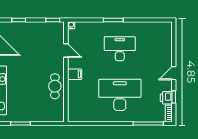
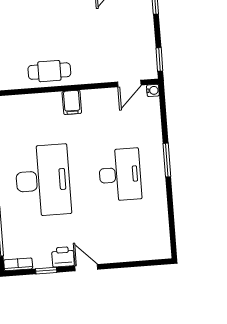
door: (66, 51) -> (129, 83), moved
printer: (166, 98) -> (63, 257), moved

